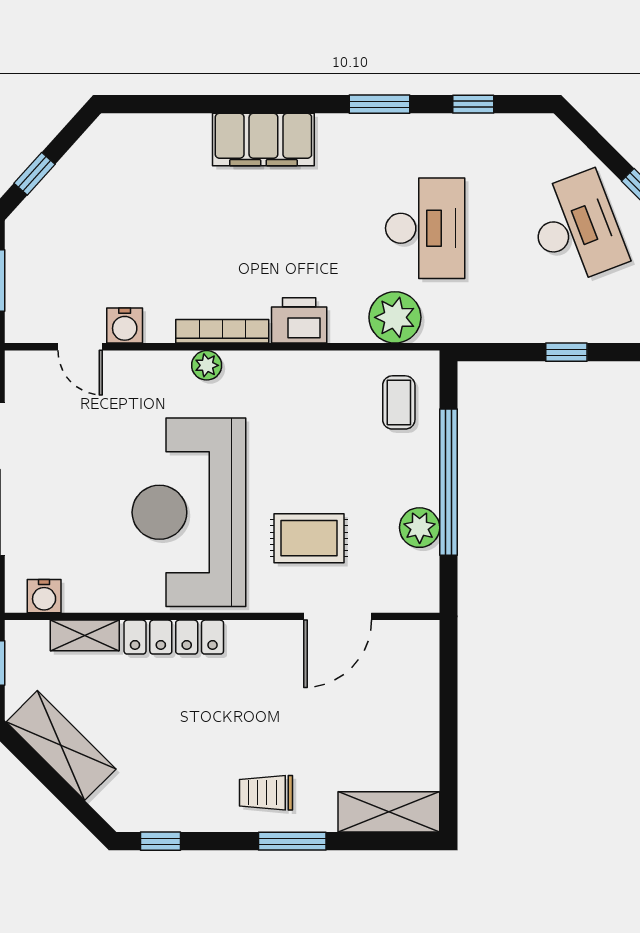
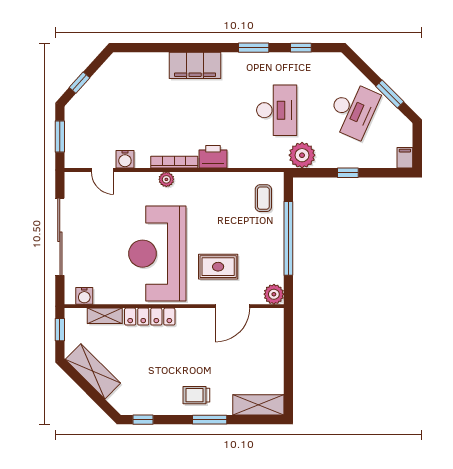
desk: (576, 228) -> (353, 110), turned 45
plant: (395, 317) -> (302, 155), moved
plant: (420, 528) -> (274, 294), moved

